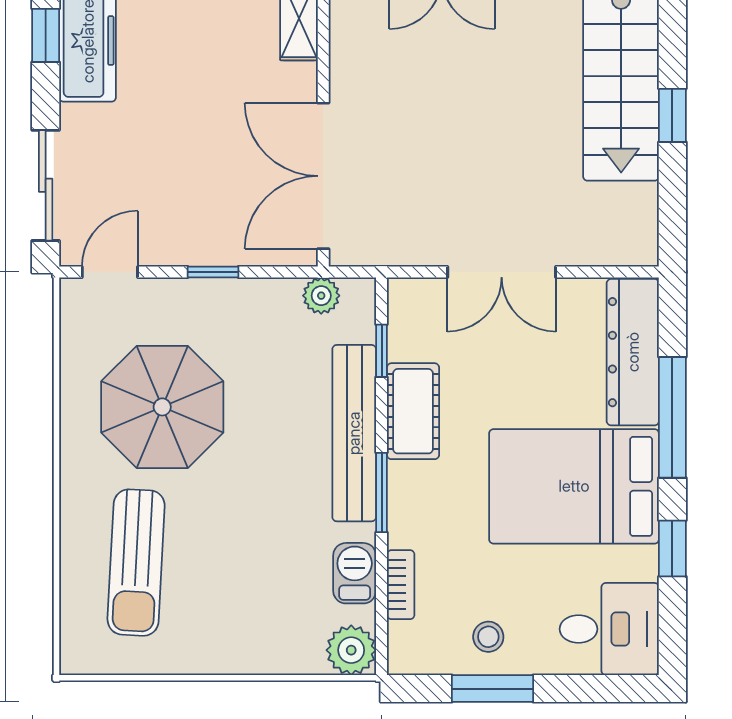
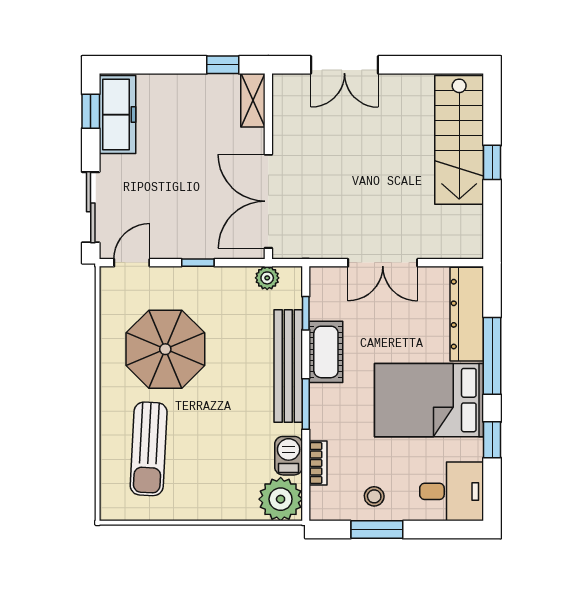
plant: (351, 650) -> (281, 499), width x1.36, depth x1.36

